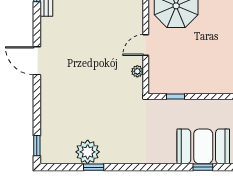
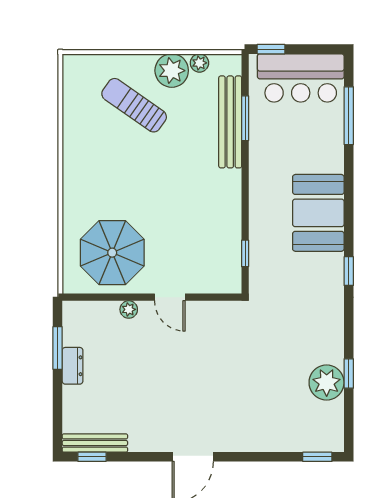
plant: (137, 71) -> (129, 309), moved
window: (203, 167) -> (349, 271), moved

